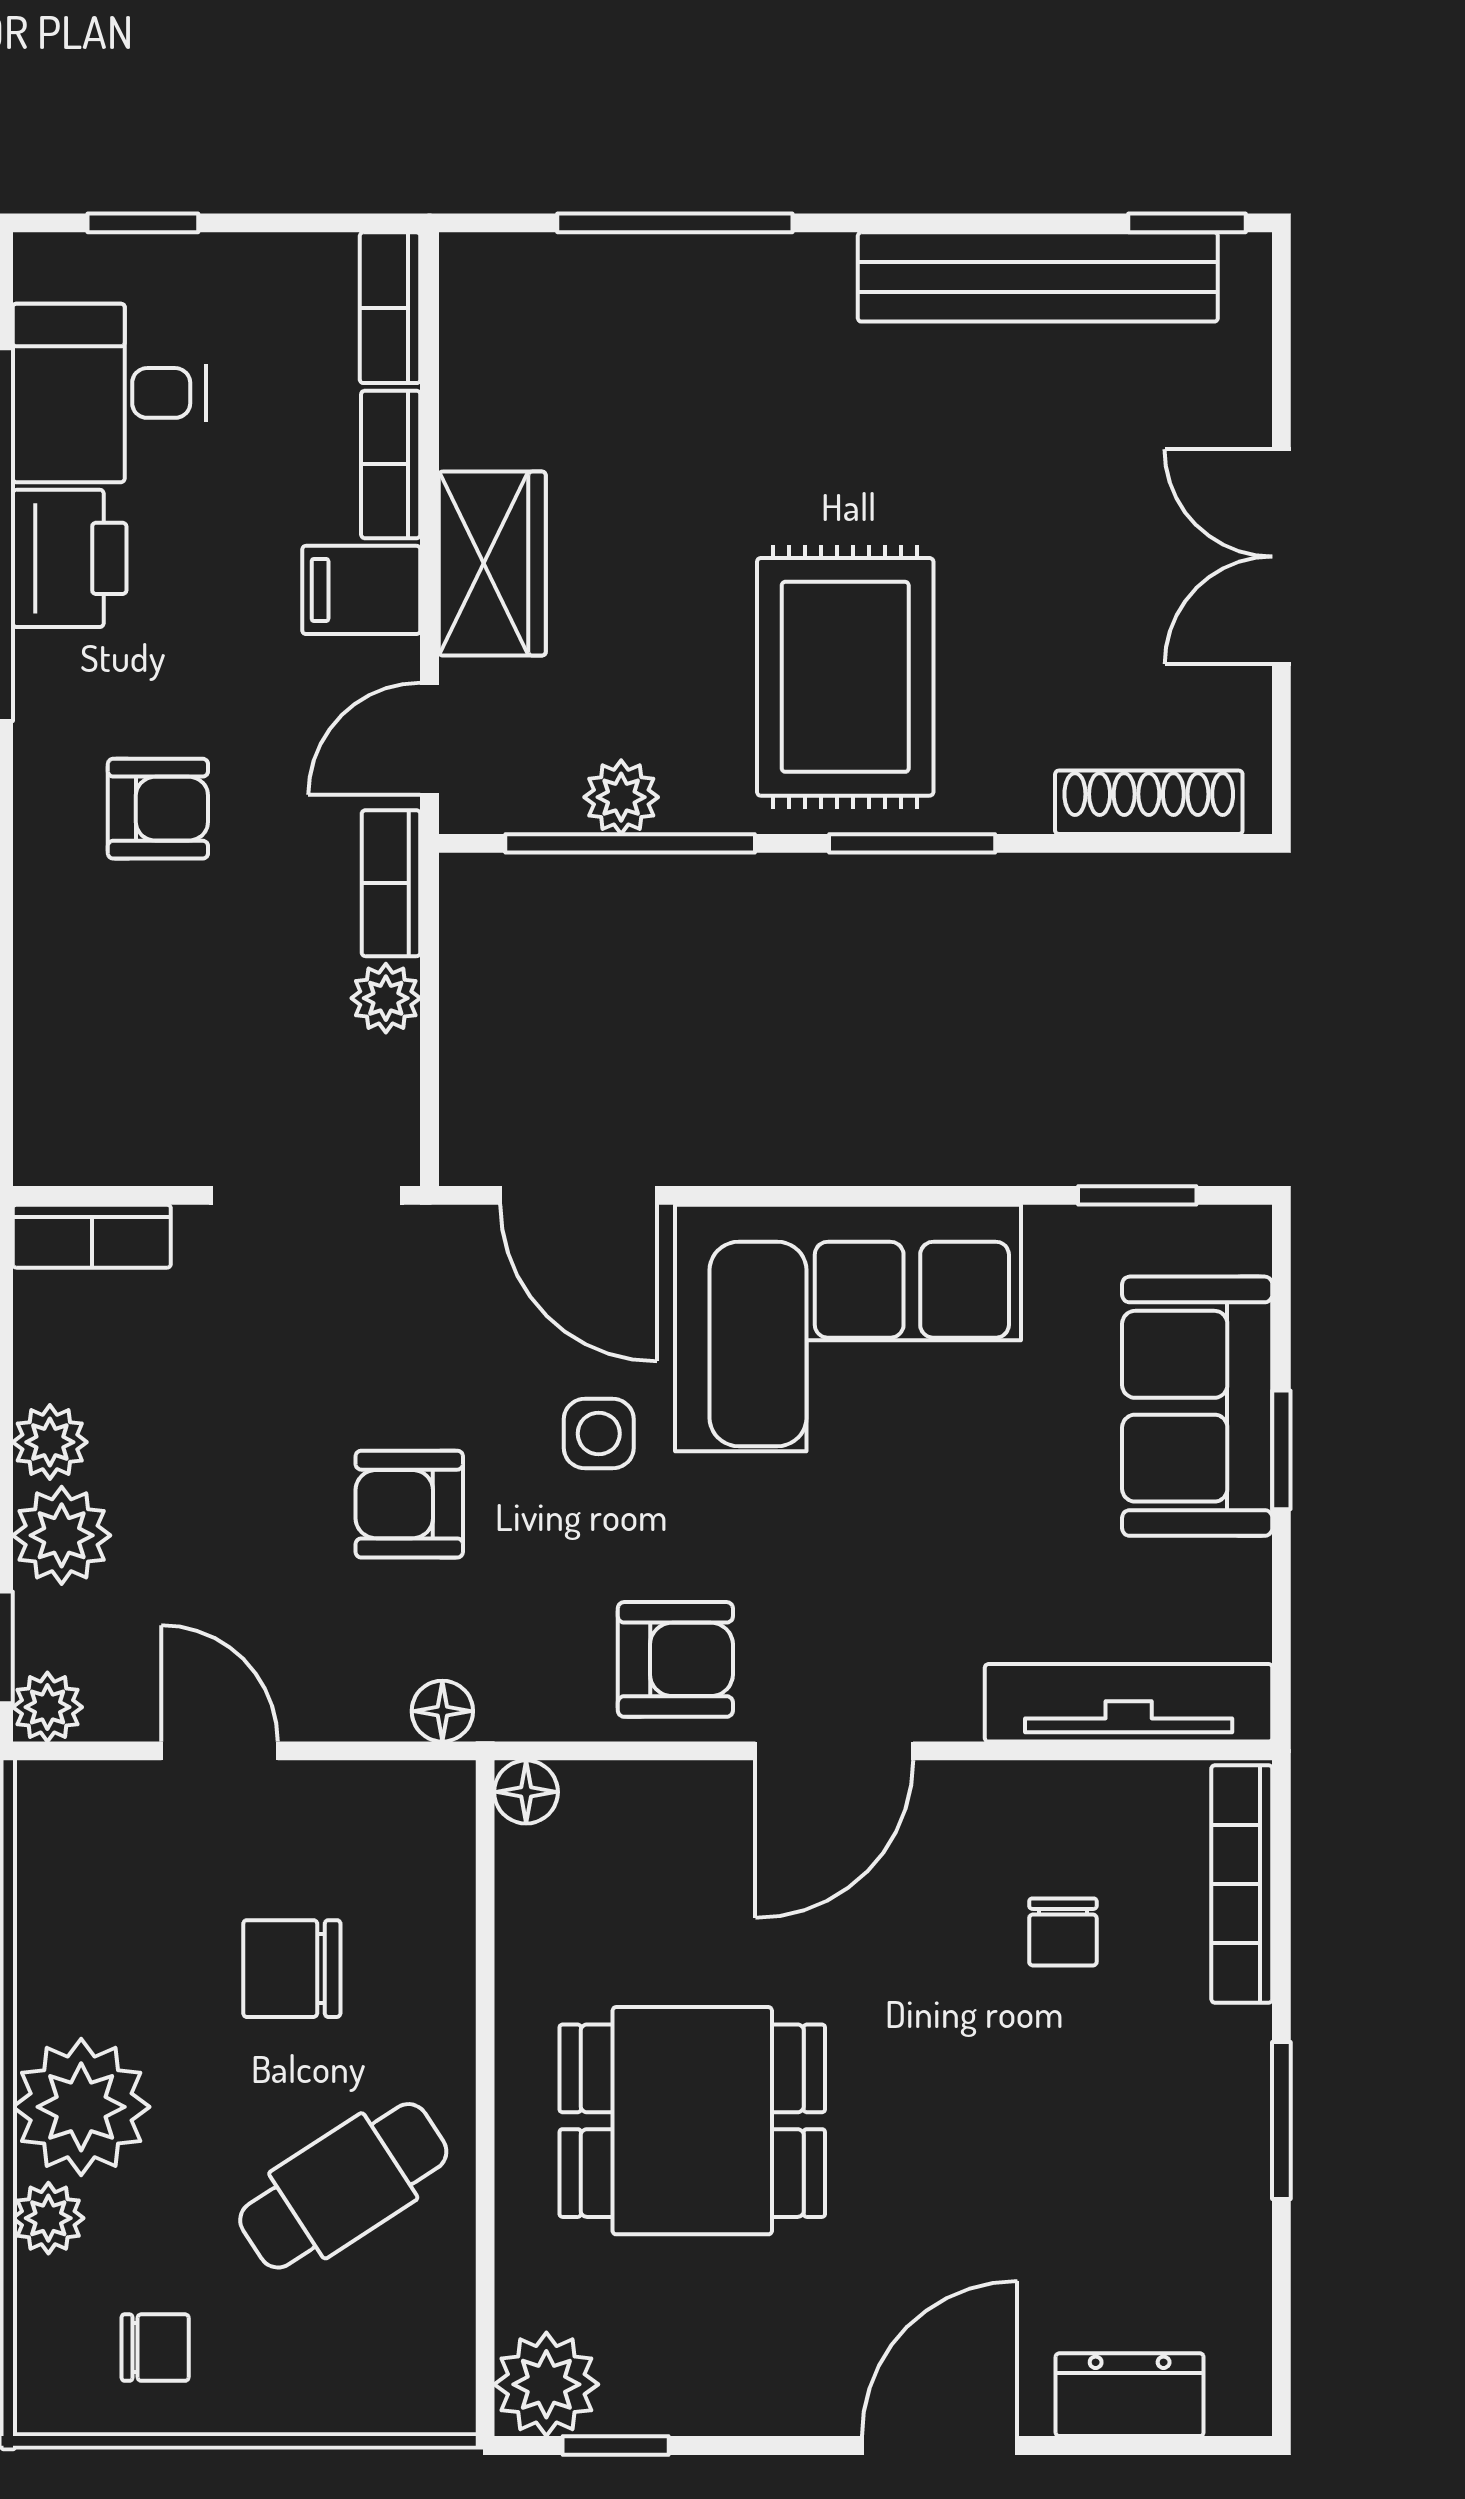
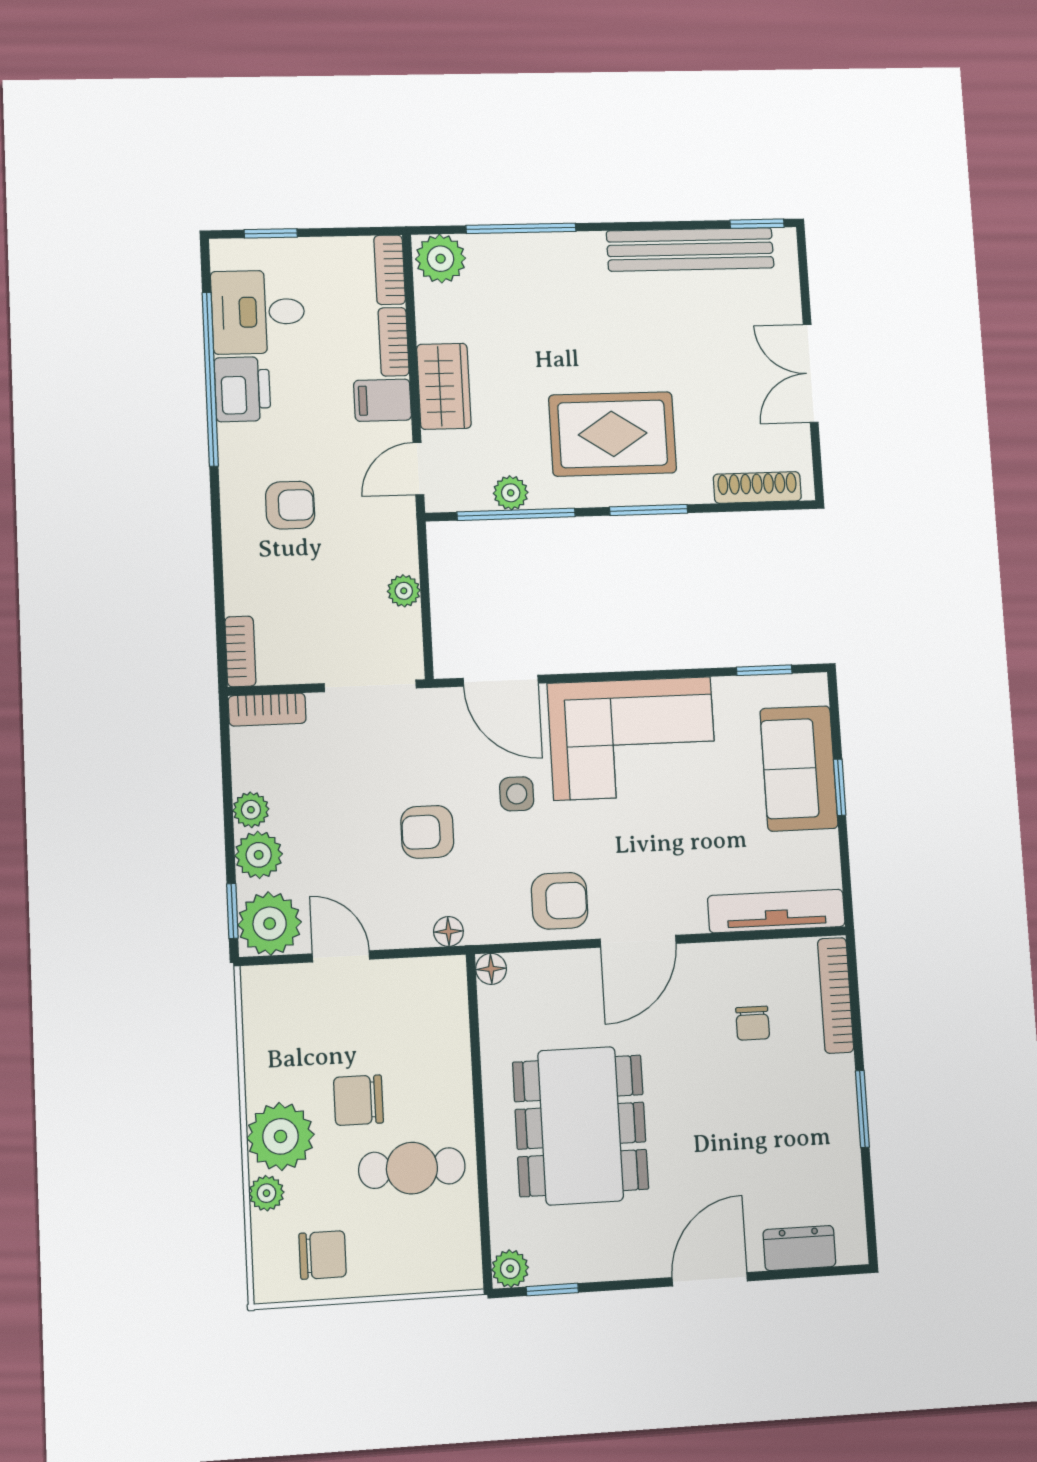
plant: (499, 286) -> (441, 259), added
rug: (845, 677) -> (613, 434), turned 90
bookcase: (391, 883) -> (240, 651), moved, turned 180
plant: (47, 1707) -> (270, 924), width x1.87, depth x1.87
chair: (292, 1969) -> (359, 1100), moved
dining table: (692, 2121) -> (581, 1126), width x1.37
cafe table: (343, 2186) -> (412, 1168), turned 33
chair: (155, 2348) -> (323, 1255), width x1.37, depth x1.37
plant: (546, 2384) -> (510, 1269), width x0.73, depth x0.73

